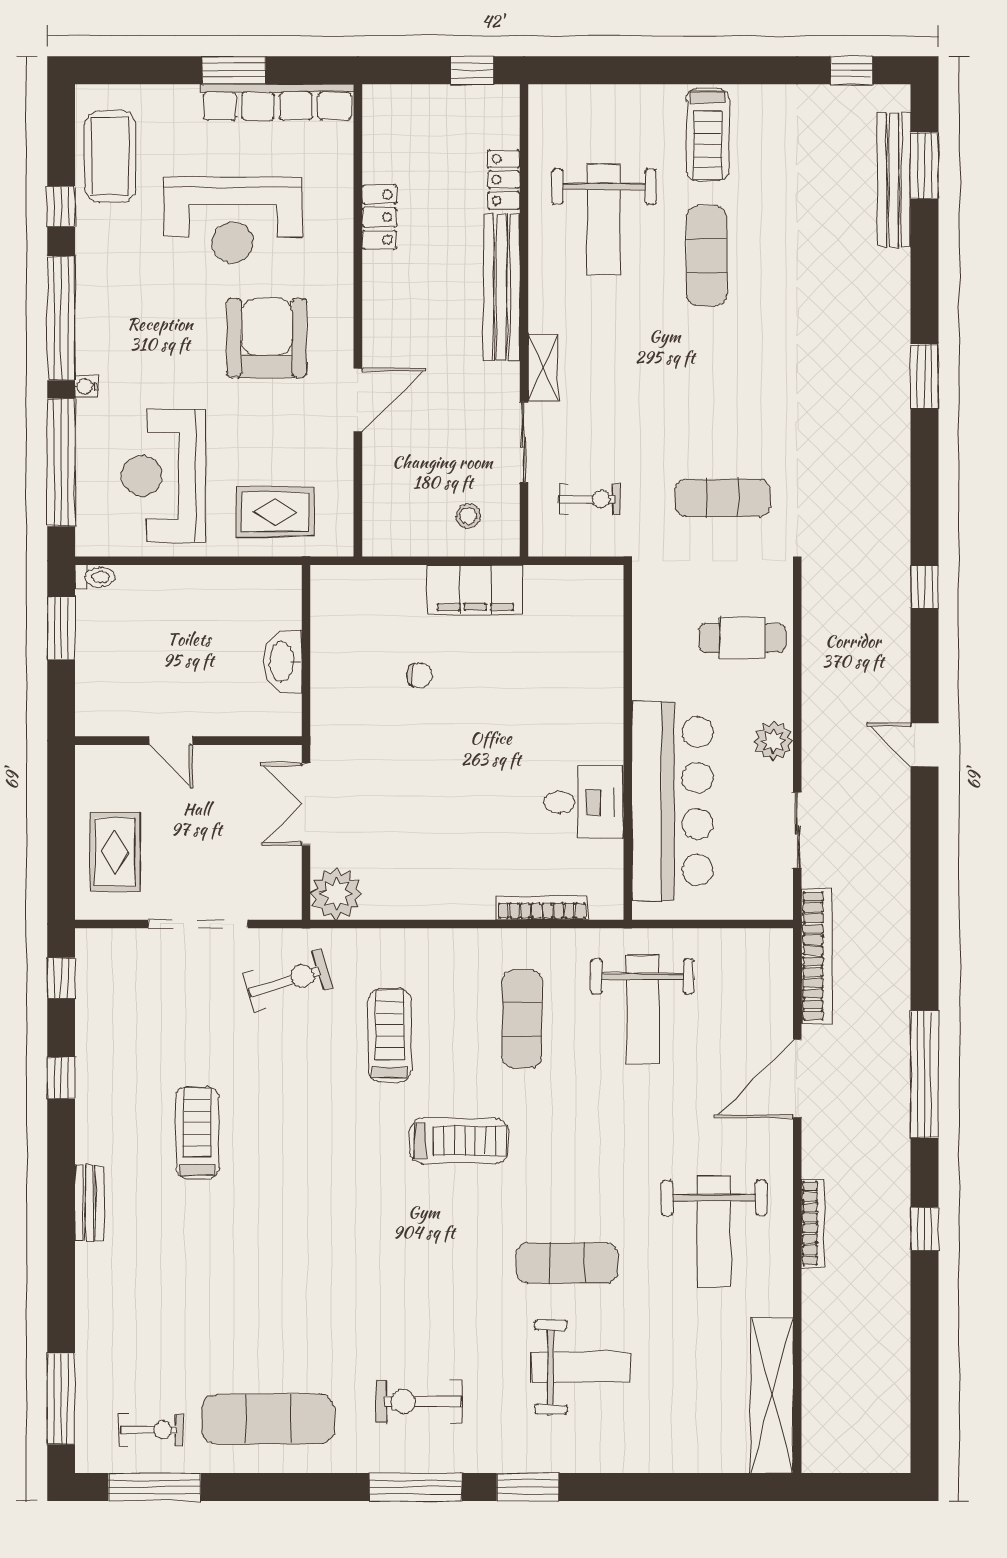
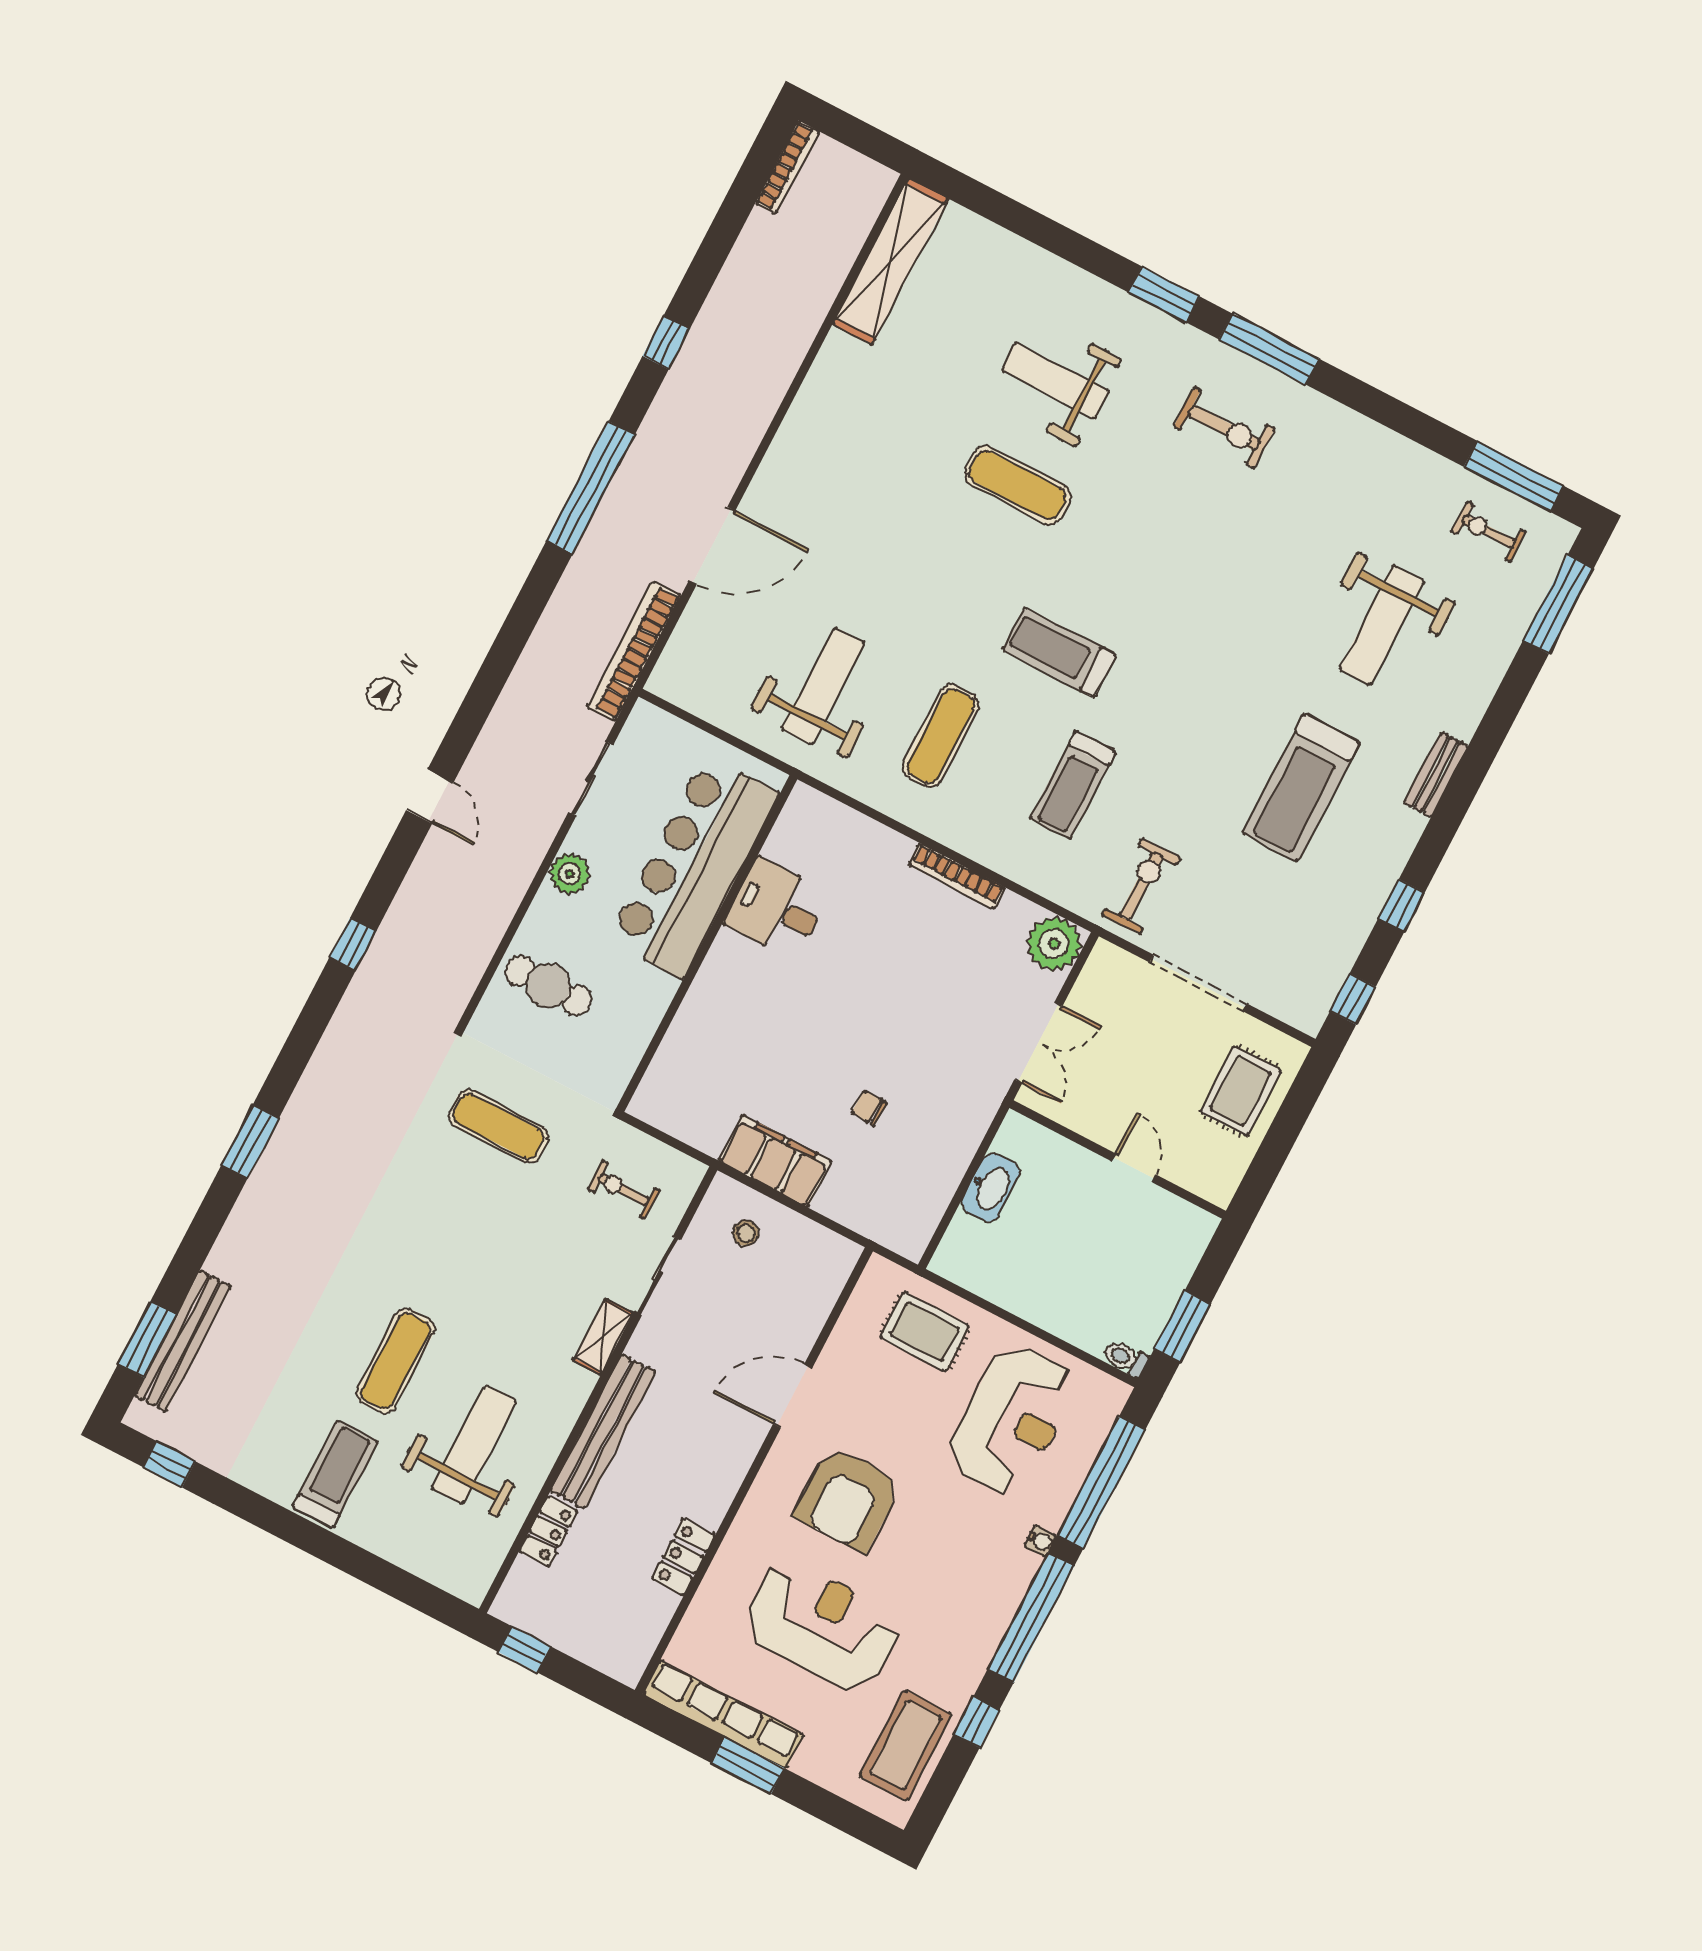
bookcase: (542, 908) -> (957, 876), moved
exercise bike: (288, 980) -> (1141, 886), turned 108
treadmill: (197, 1133) -> (1301, 788), width x1.37, depth x1.38
bookcase: (813, 1223) -> (787, 167), moved, turned 180
weight bench: (714, 1231) -> (1382, 625), moved, turned 180
exercise mat: (268, 1419) -> (1374, 485), removed

